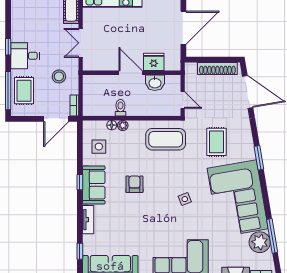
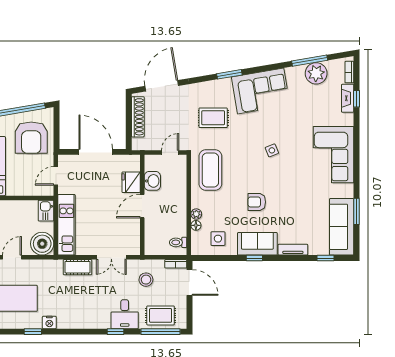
toilet: (120, 108) -> (178, 242), moved
corner sofa: (238, 198) -> (261, 91), width x0.73, depth x0.74

